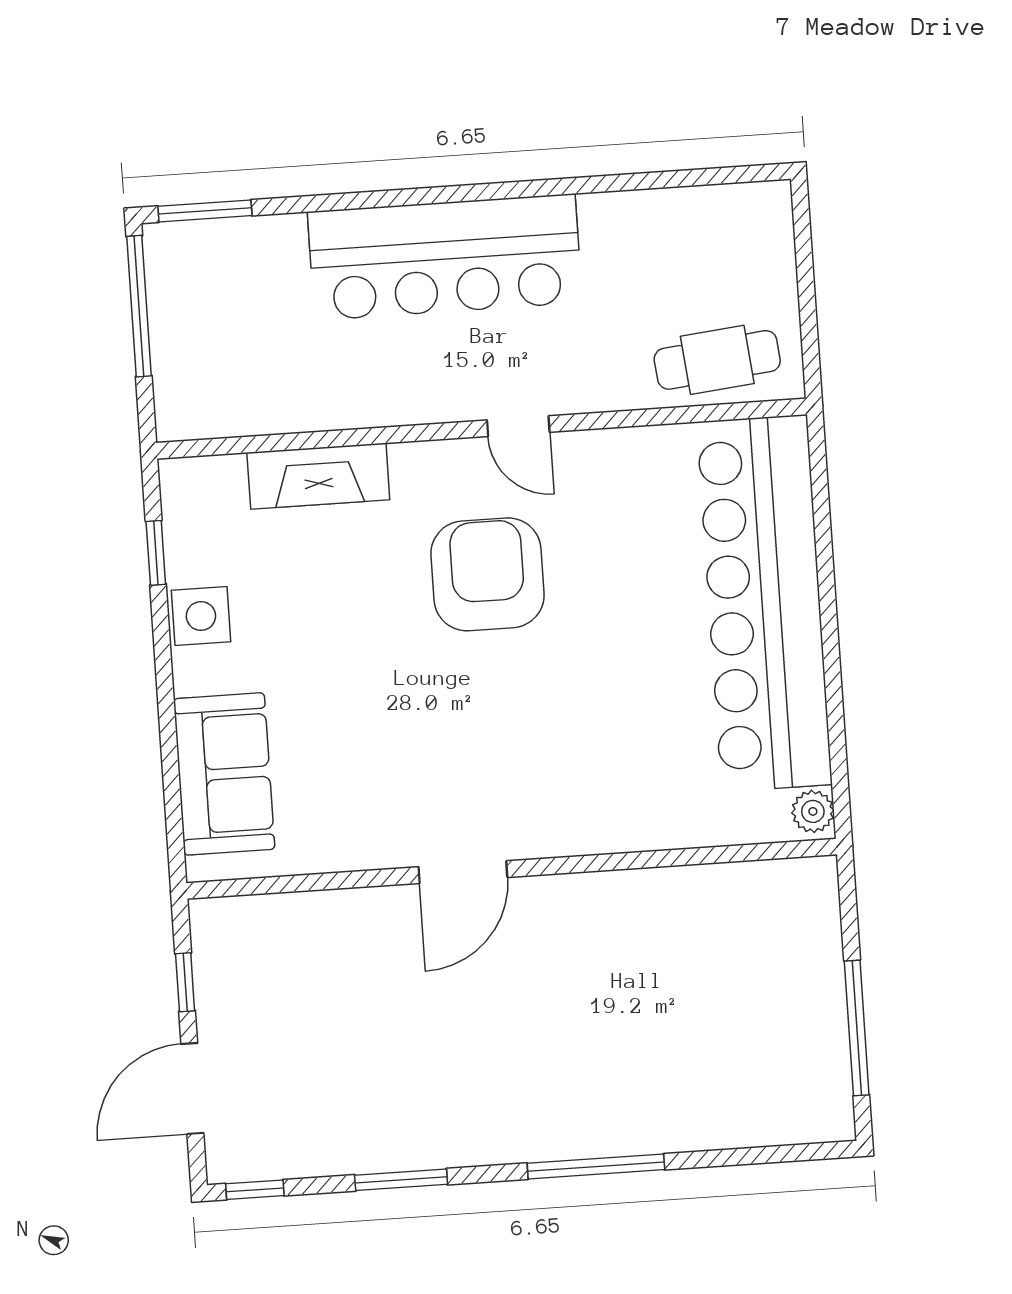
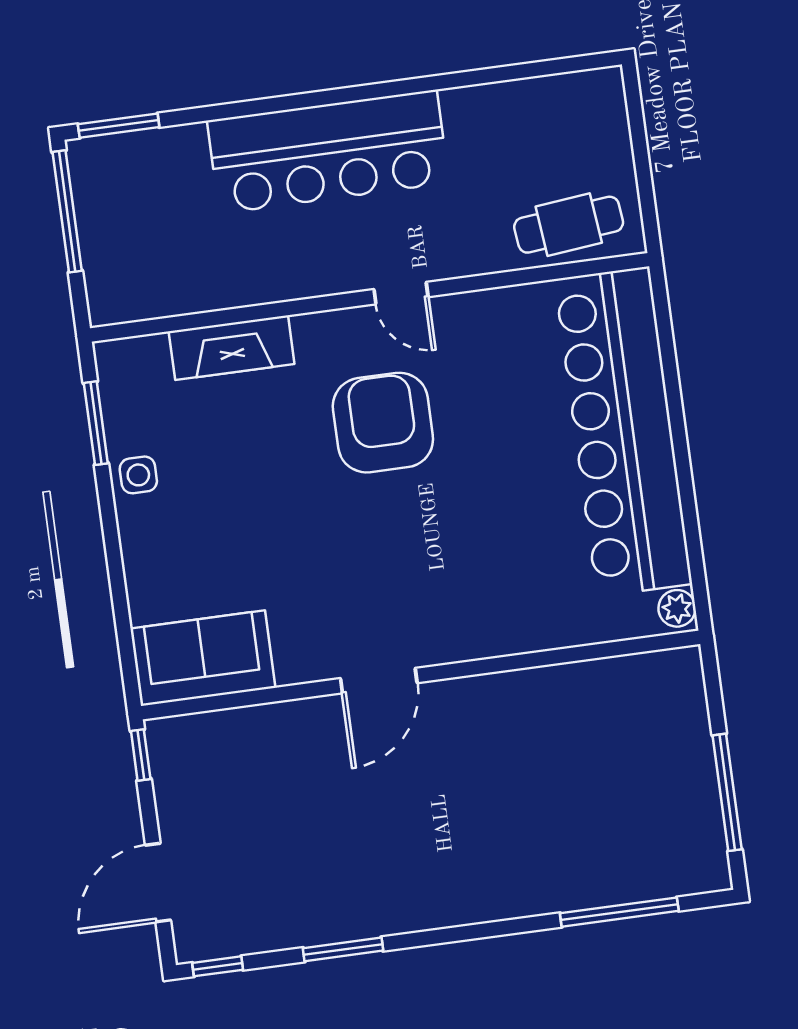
window: (156, 553) -> (96, 423), width x1.50
side table: (201, 616) -> (138, 475), width x0.73, depth x0.73
sofa: (224, 774) -> (203, 658), moved, turned -90
window: (185, 982) -> (141, 755), moved
window: (596, 1166) -> (619, 912), moved

